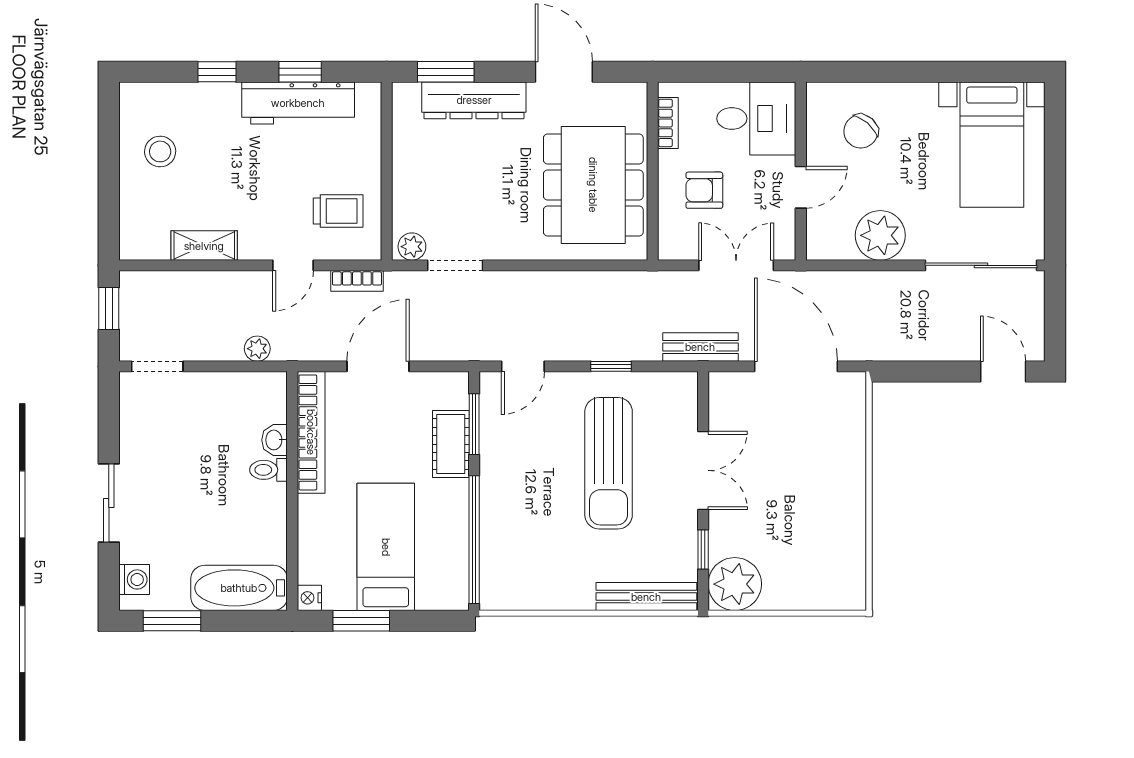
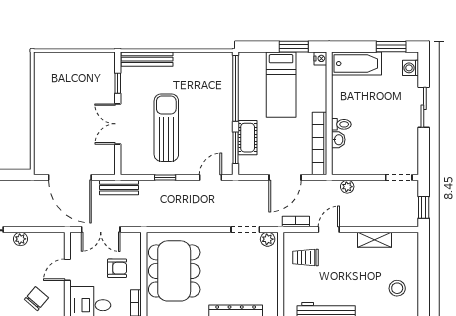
plant: (880, 235) -> (21, 239), width x0.53, depth x0.53
plant: (735, 584) -> (101, 66), removed

